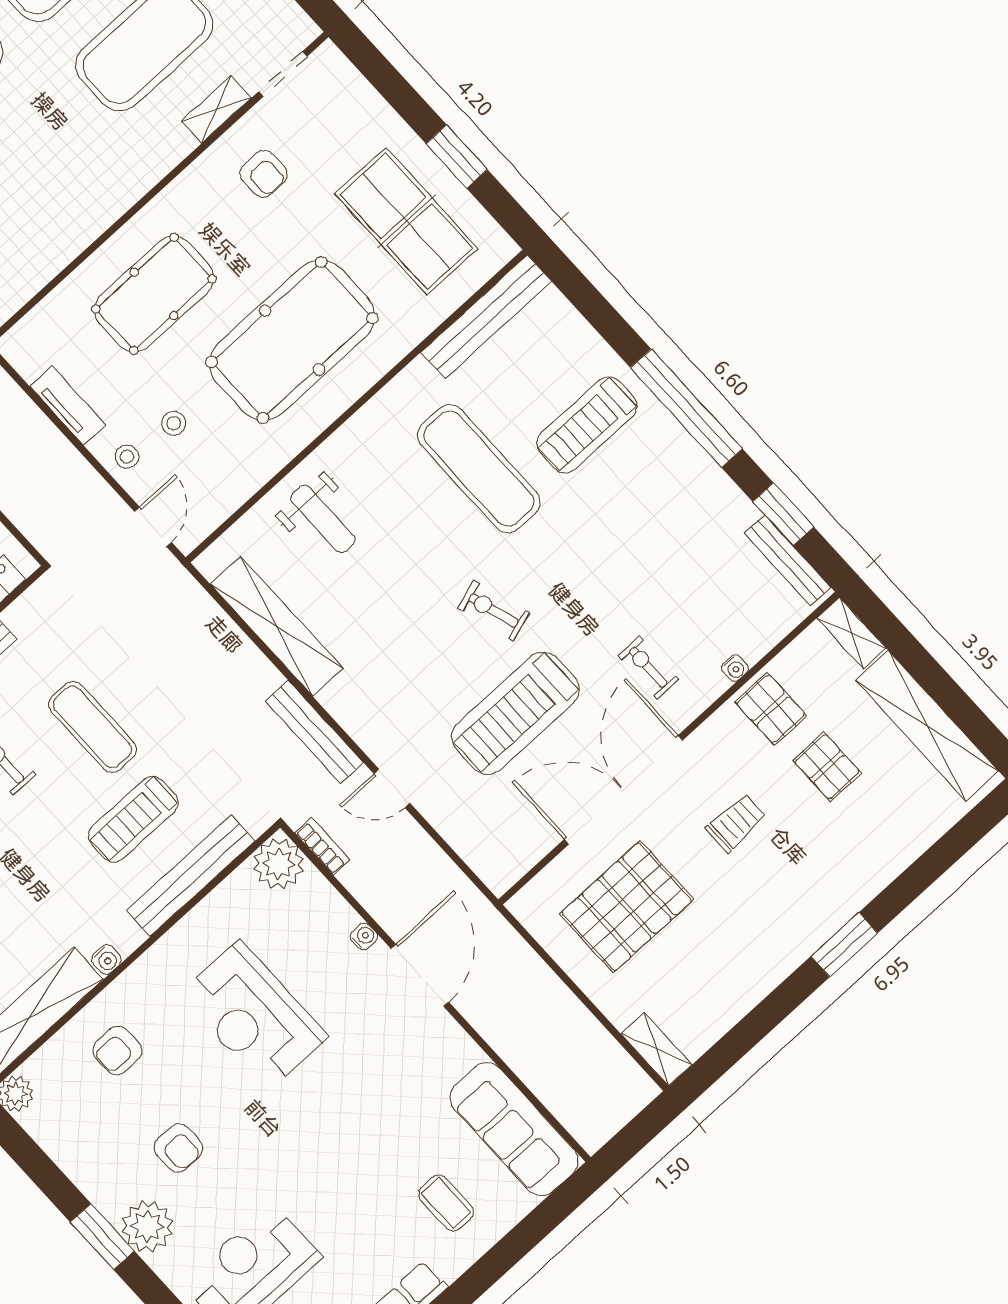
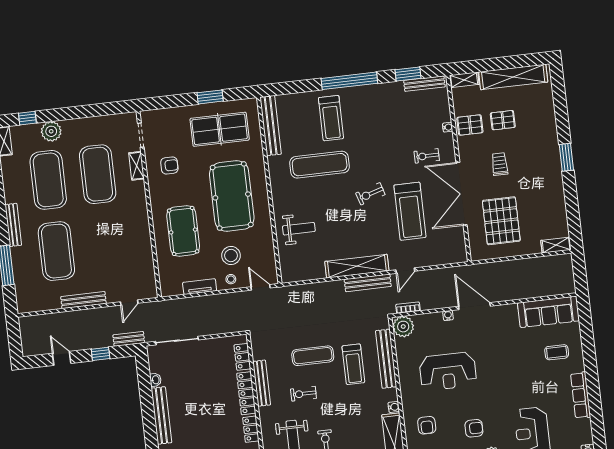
stool: (174, 423) -> (231, 255), width x1.89, depth x1.89
shelving: (276, 626) -> (357, 266), moved

